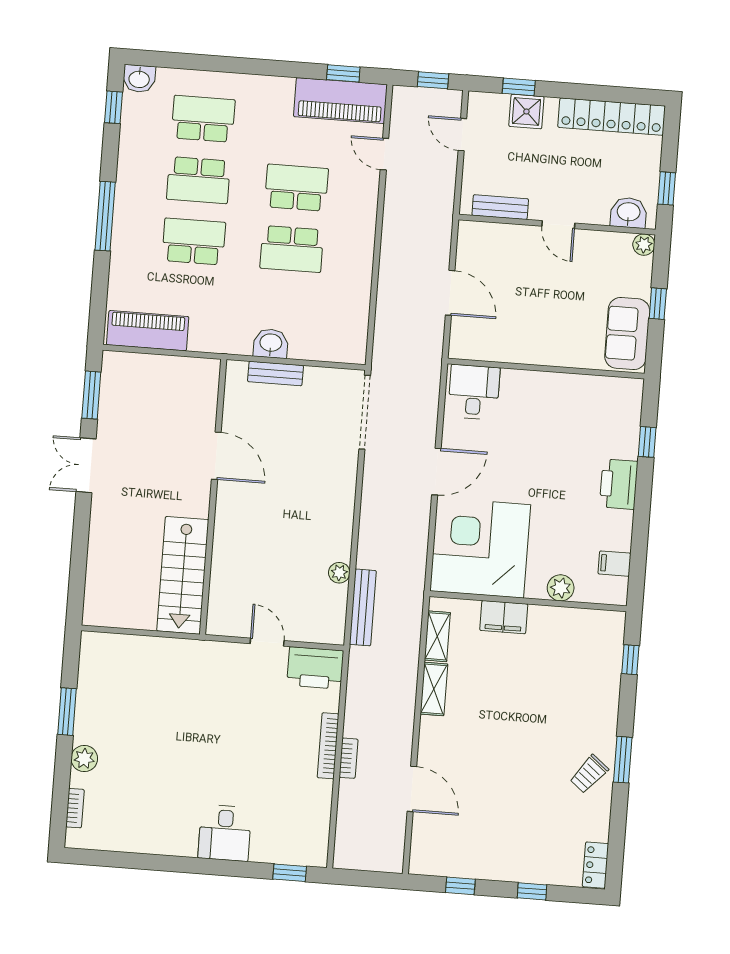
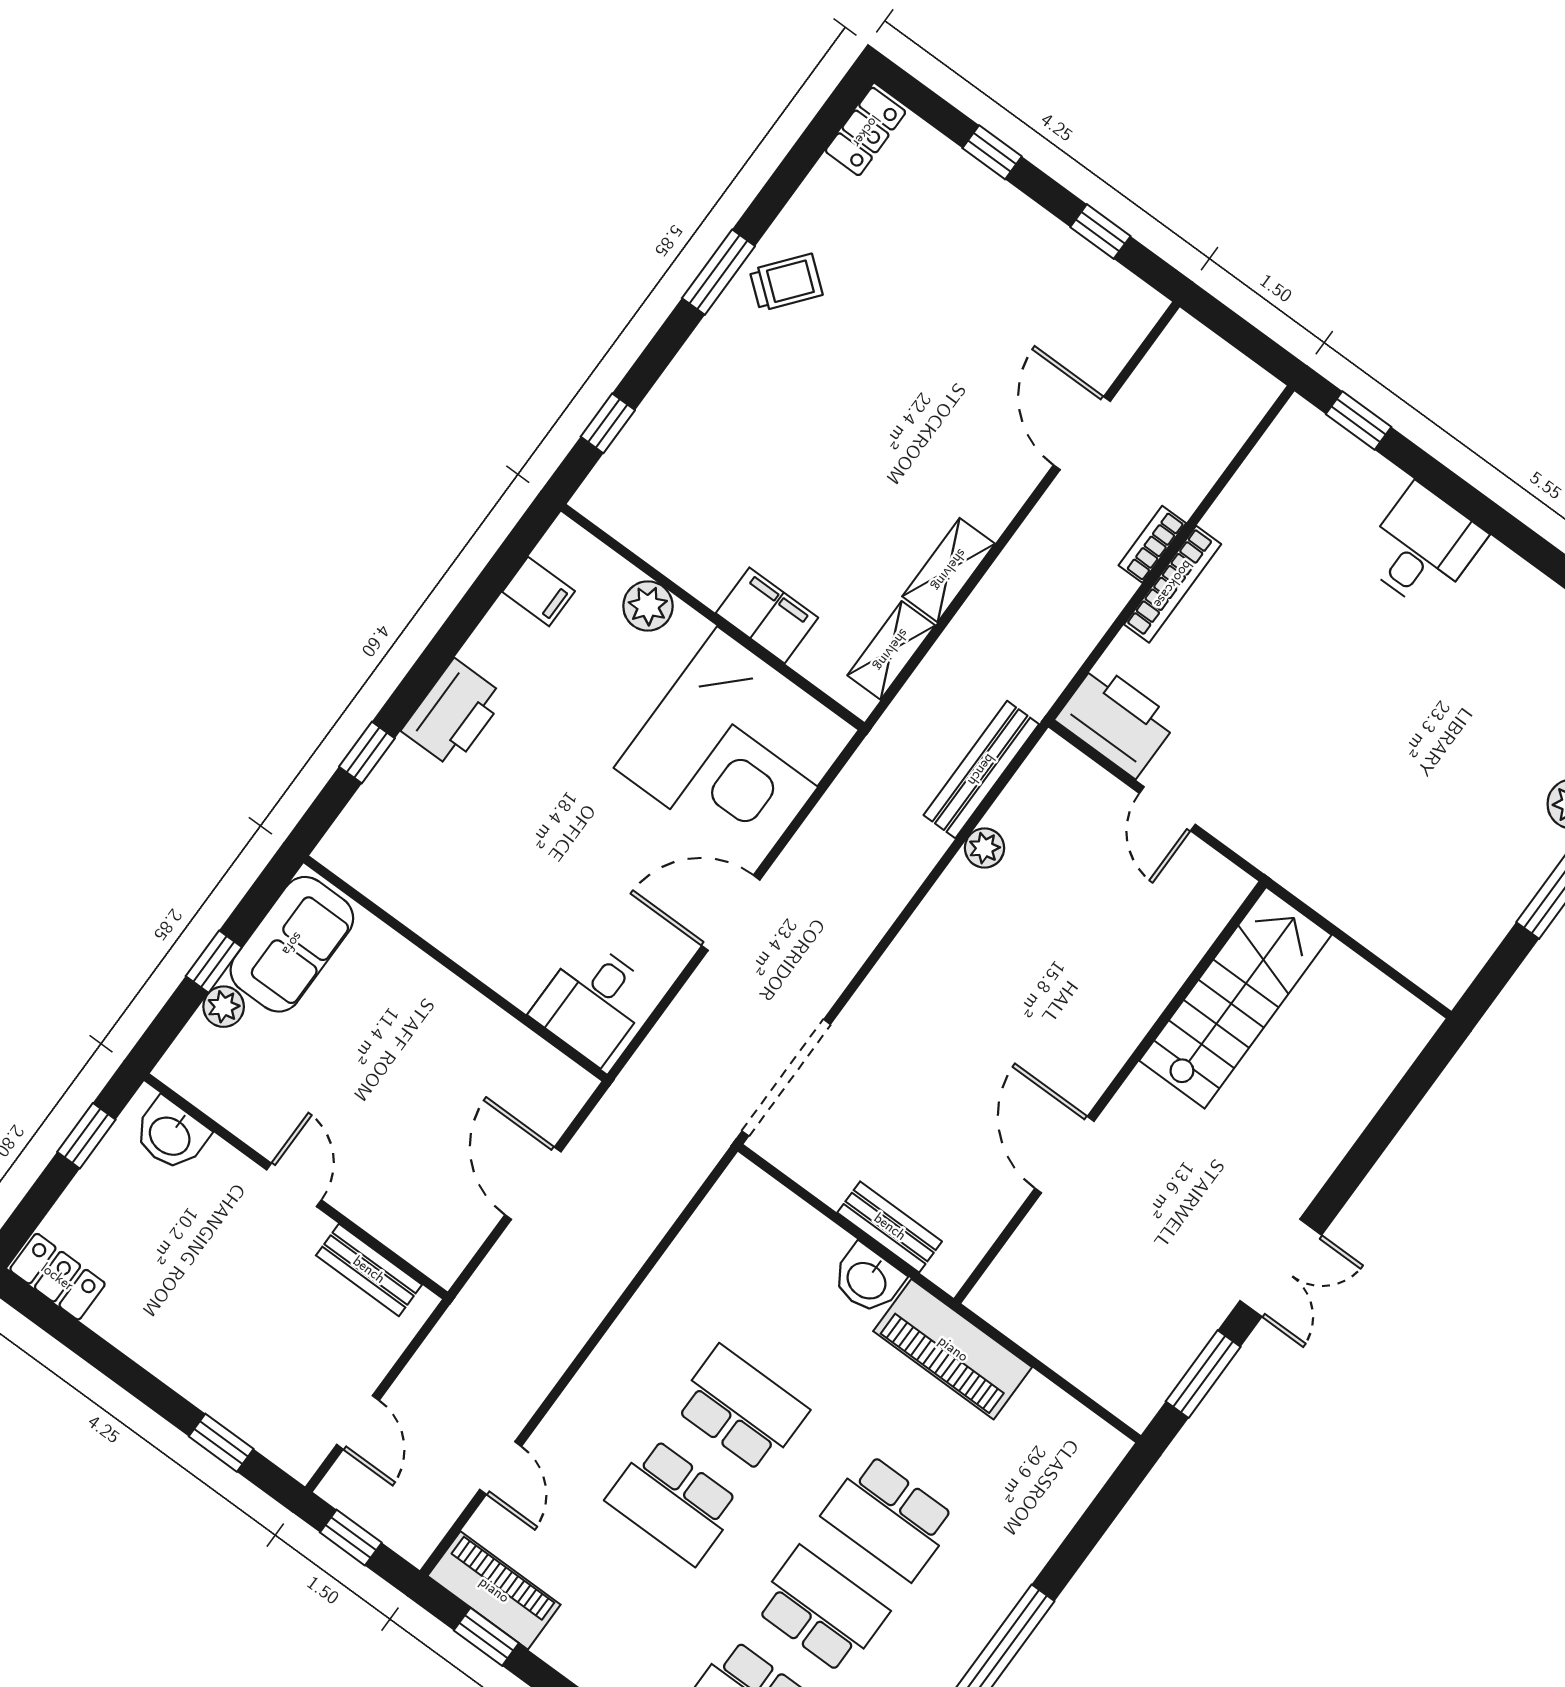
piano: (340, 101) -> (494, 1590), width x0.73, depth x0.75
shower: (526, 112) -> (233, 1396), removed
locker: (612, 117) -> (57, 1277), width x0.46, depth x0.83
plant: (644, 245) -> (224, 1007), moved
piano: (148, 331) -> (953, 1349), moved

